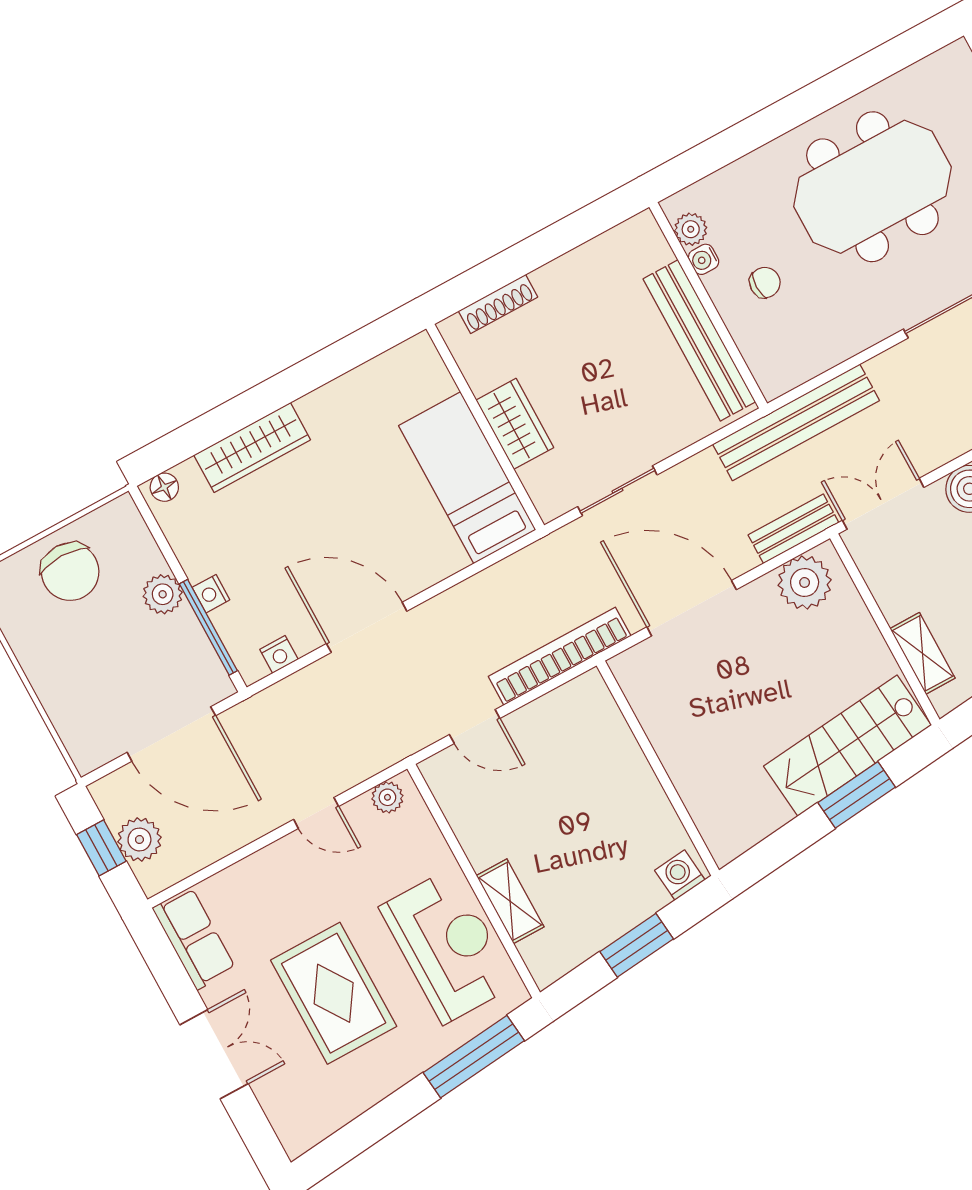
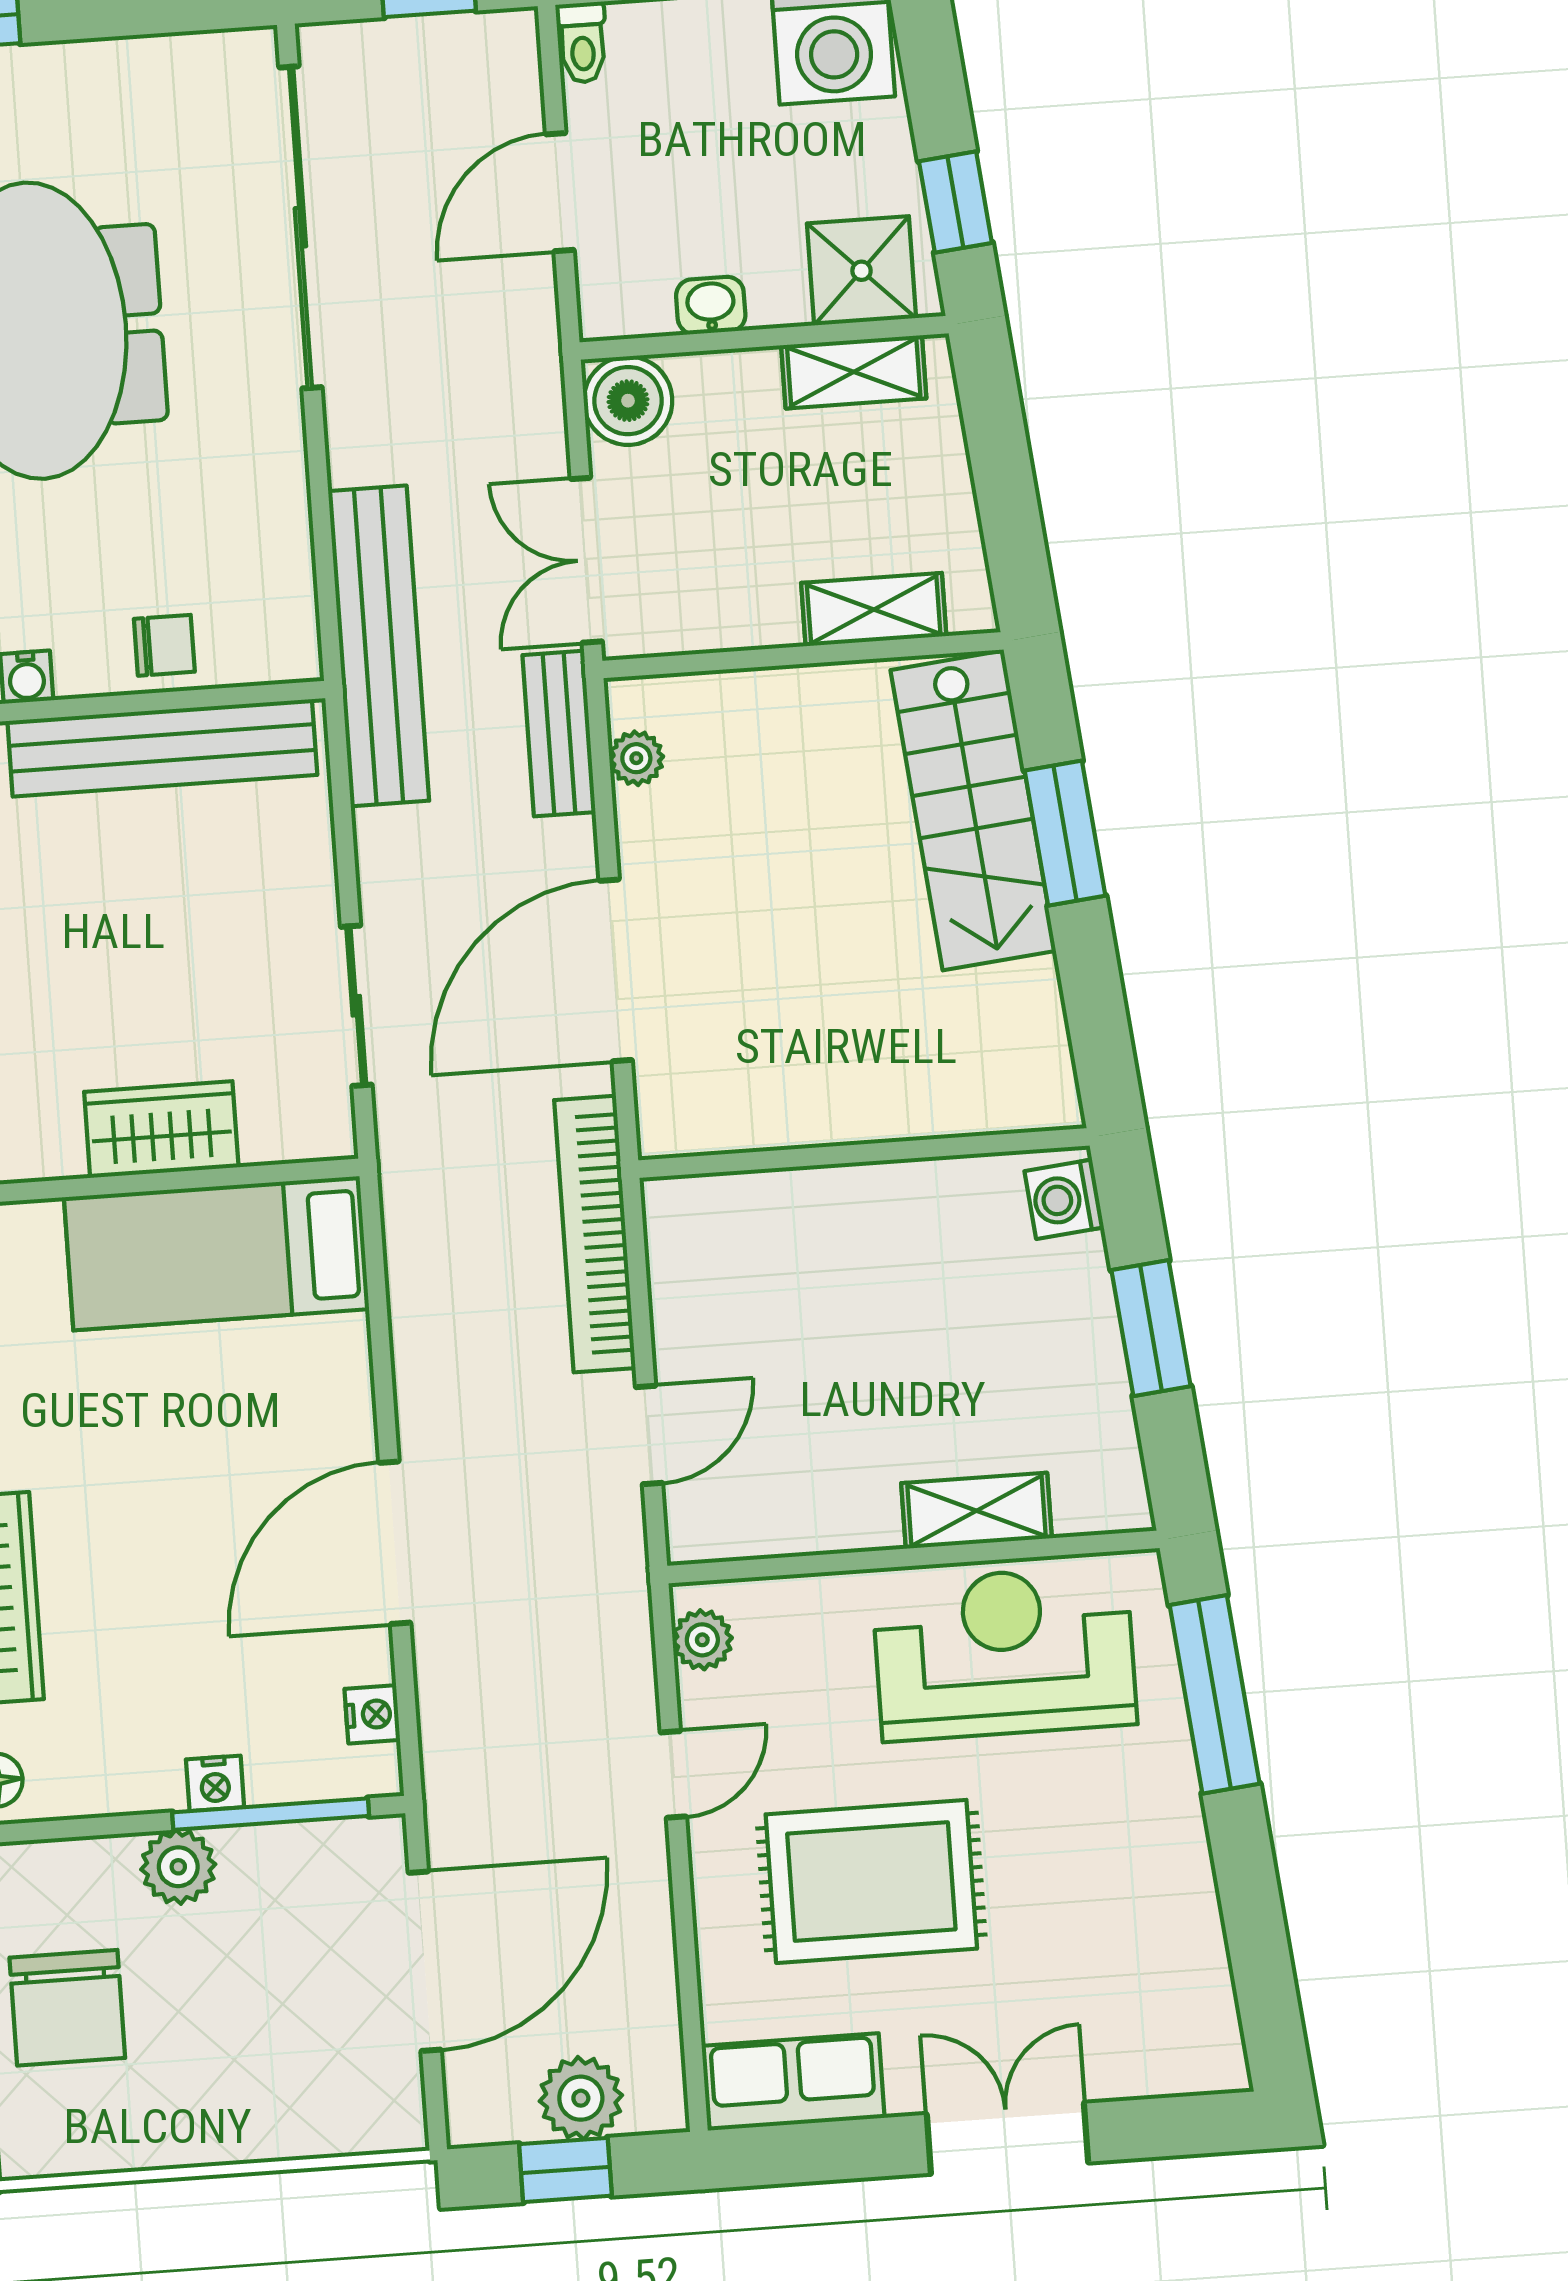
chair: (765, 283) -> (164, 645), moved, turned 90
chair: (70, 572) -> (67, 2008), turned 90
plant: (805, 582) -> (636, 758), width x0.53, depth x0.53
rug: (334, 993) -> (871, 1881), moved

